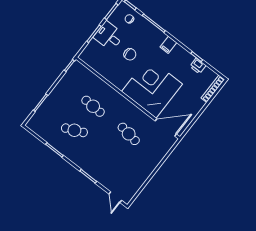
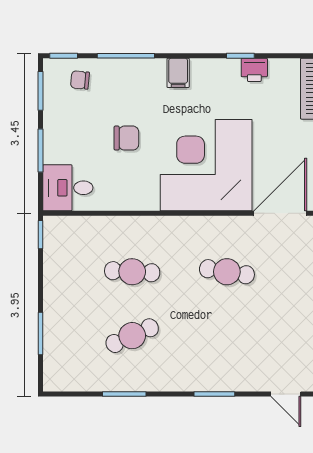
desk: (109, 36) -> (68, 188), moved

